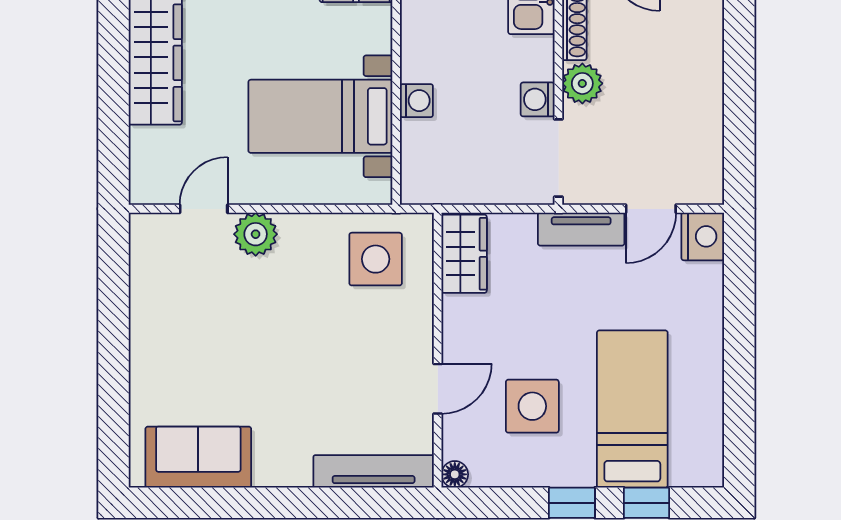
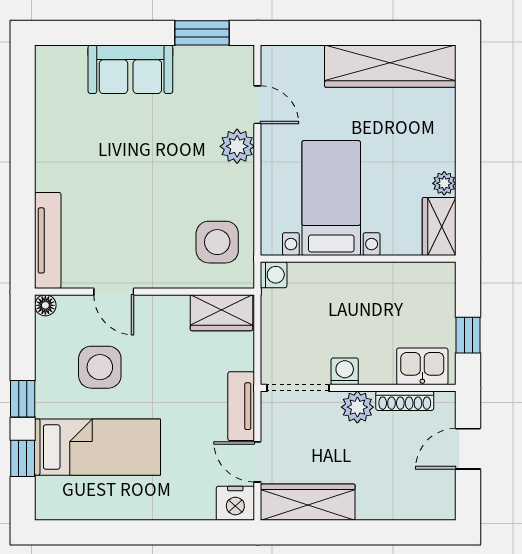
washing machine: (416, 101) -> (274, 275), moved, turned -90
wardrobe: (701, 146) -> (308, 502), added
window: (113, 278) -> (202, 33), added
sofa: (198, 457) -> (130, 69), moved, turned 90

